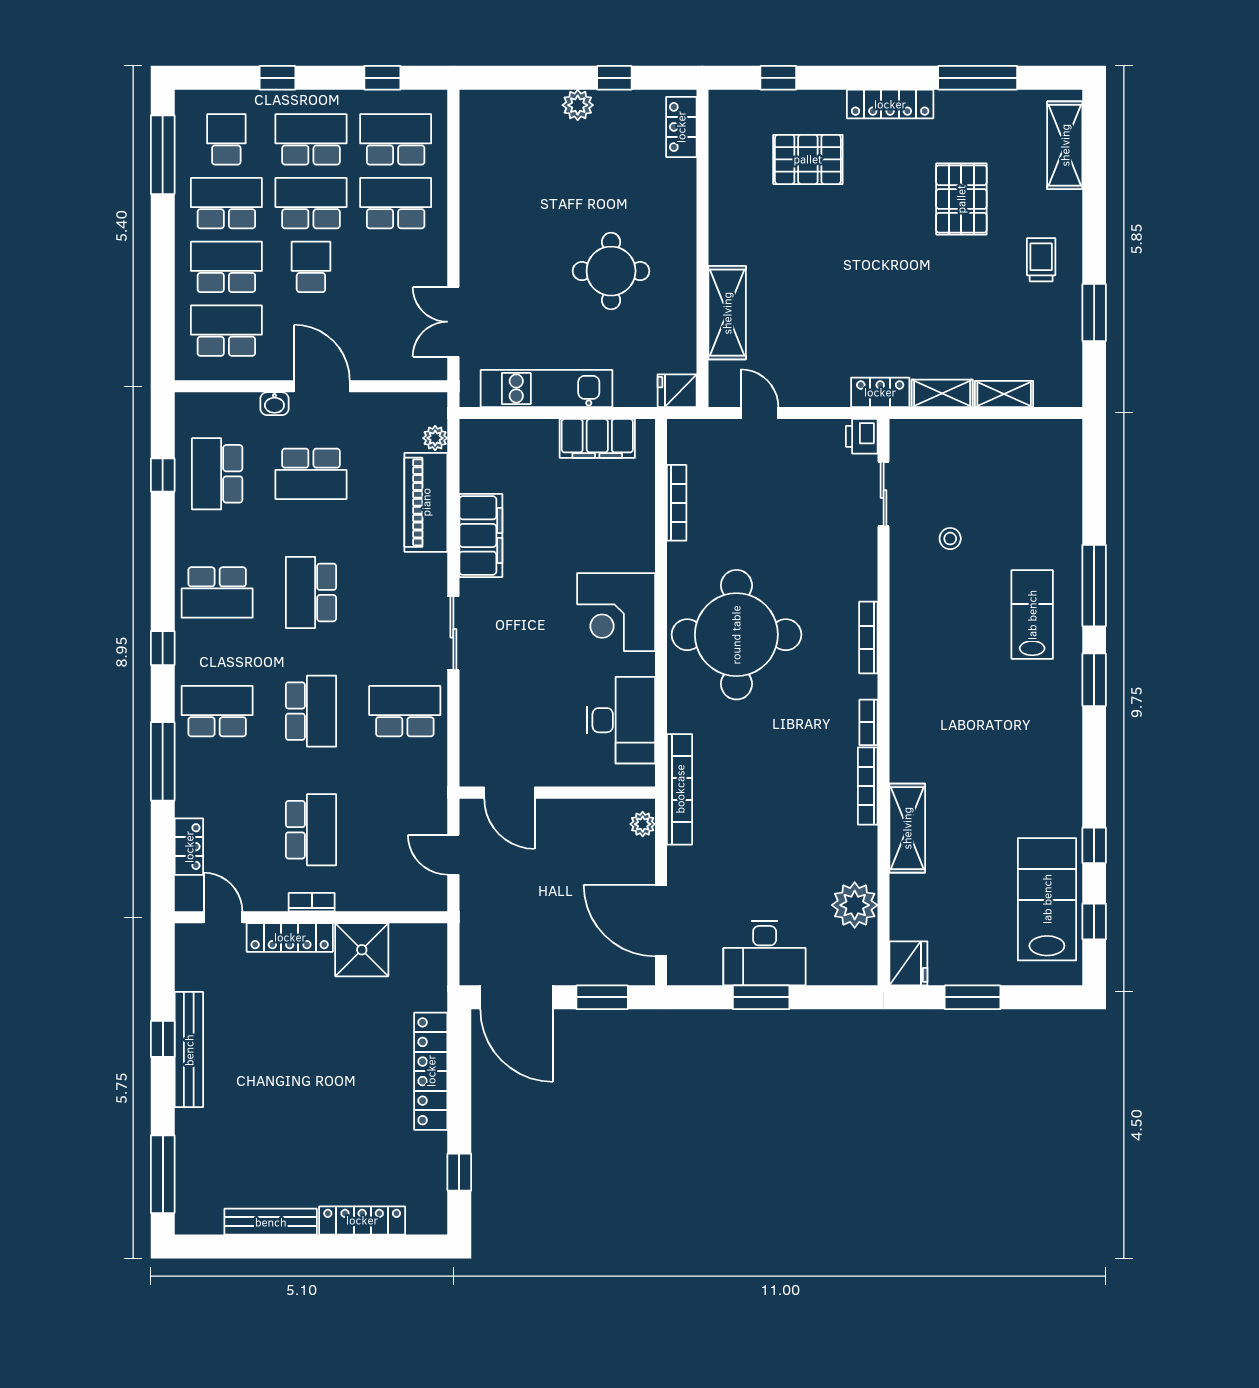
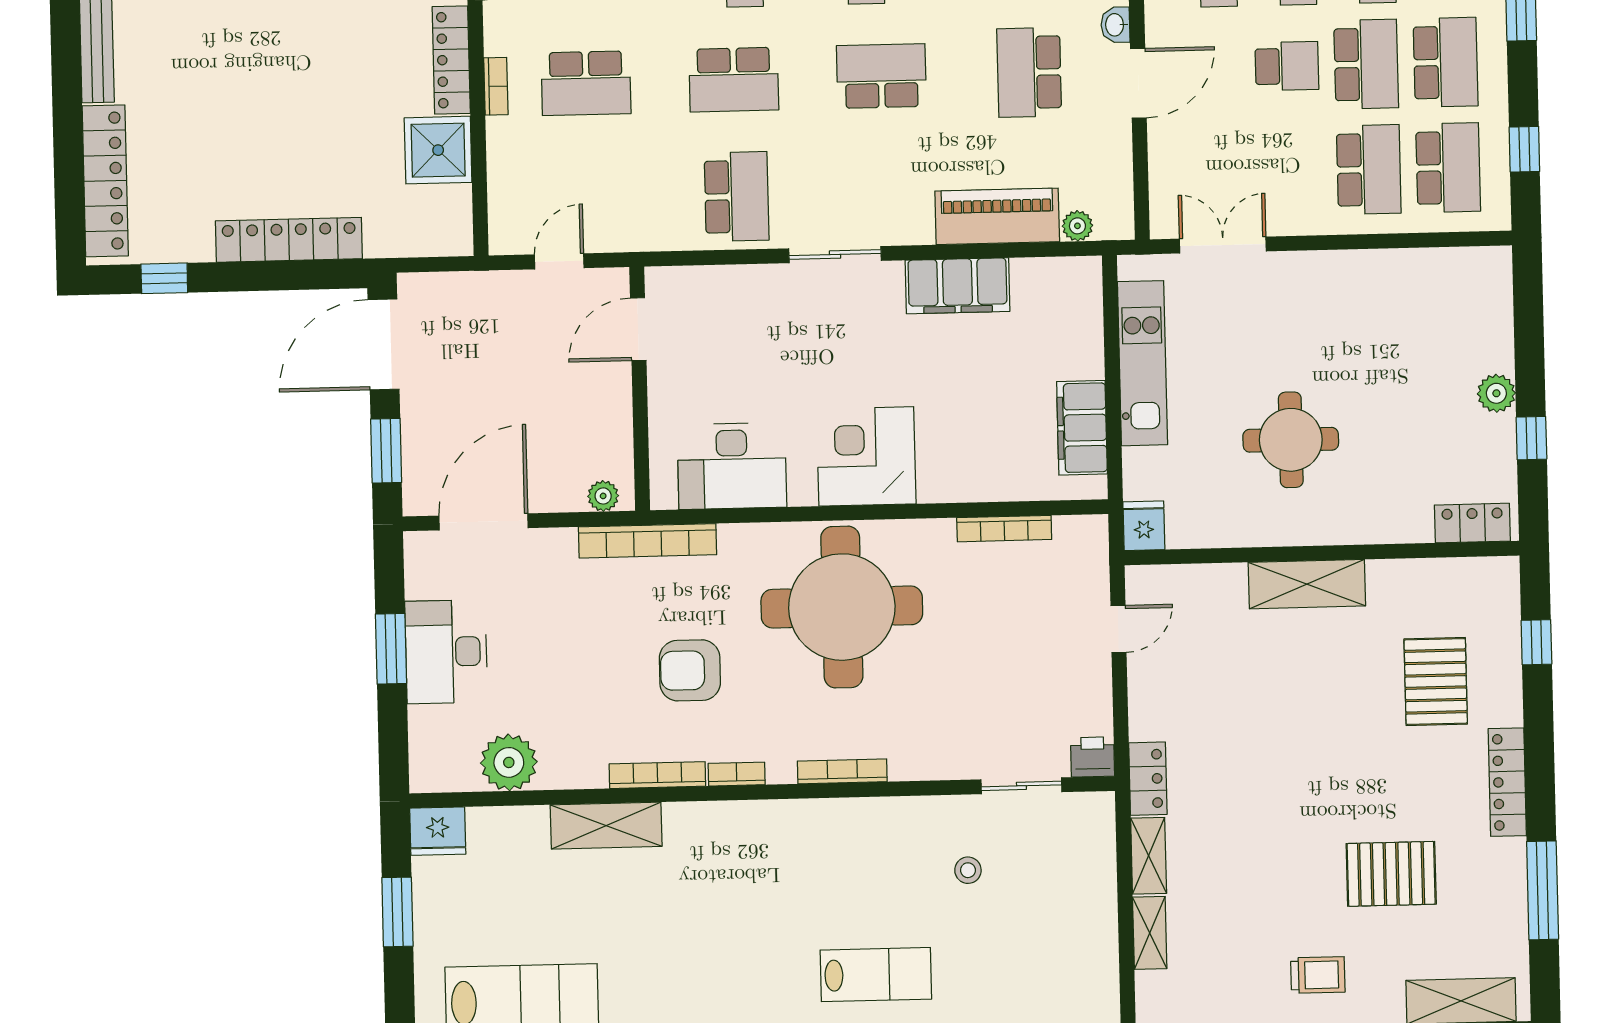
shelving: (727, 313) -> (1307, 584), moved
armchair: (784, 758) -> (690, 670), added
locker: (362, 1220) -> (105, 181), width x1.41, depth x1.21

